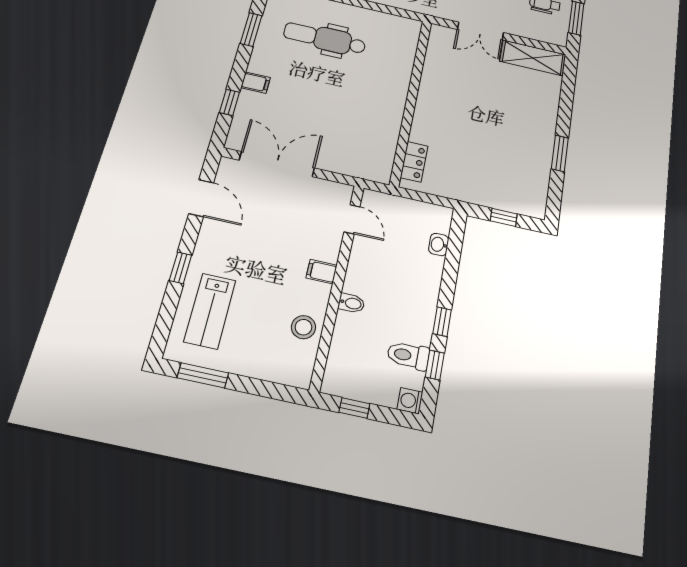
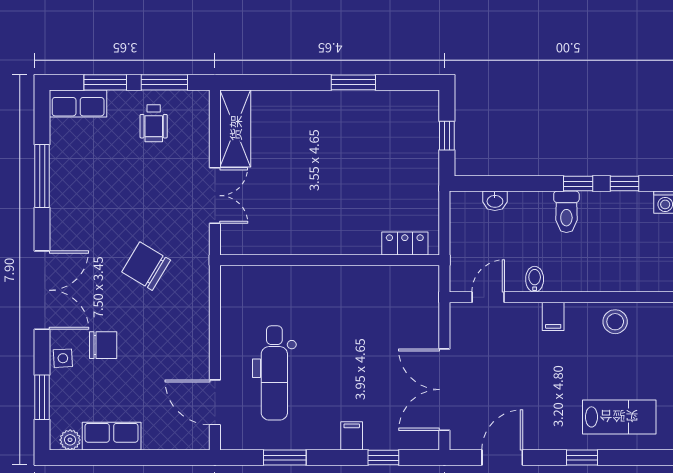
bidet: (351, 303) -> (535, 279), moved
toilet: (408, 356) -> (566, 212), moved

